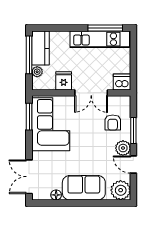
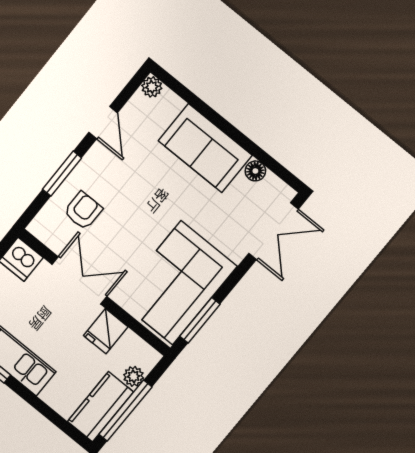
plant: (123, 148) -> (98, 160), removed
plant: (121, 190) -> (152, 87), width x0.53, depth x0.53

